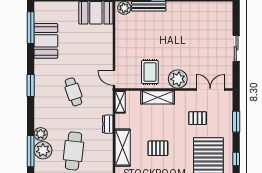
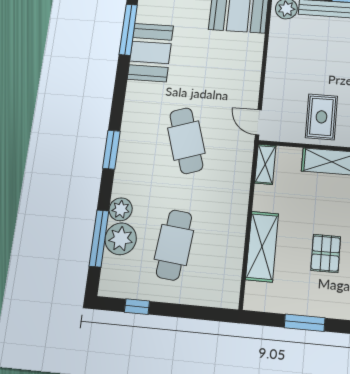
window: (31, 86) -> (111, 150), moved
cafe table: (74, 92) -> (186, 141), width x1.37, depth x1.35
dresser: (108, 124) -> (240, 202), removed
pallet: (158, 148) -> (326, 253), turned 90

